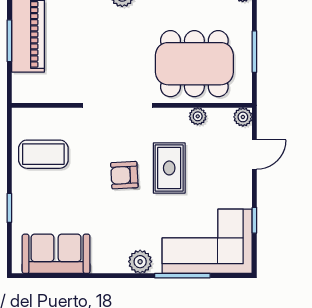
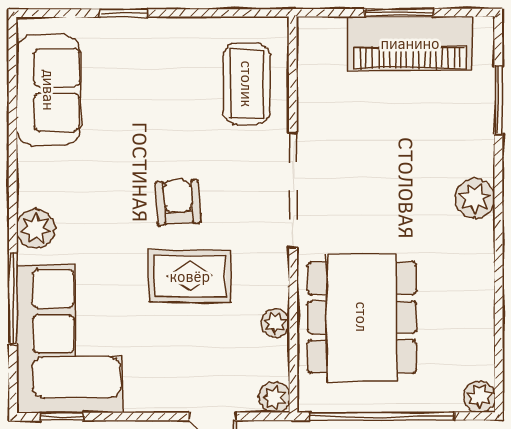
window: (254, 52) -> (382, 416), width x2.11
coffee table: (43, 154) -> (247, 84), moved
window: (254, 220) -> (62, 417), moved

